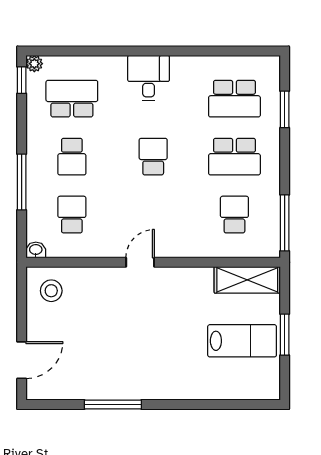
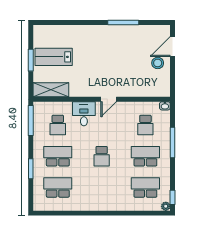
desk: (149, 78) -> (84, 114), moved, turned 180
school desk: (72, 99) -> (145, 187), turned 180
window: (285, 109) -> (31, 169), moved
school desk: (72, 157) -> (145, 156), width x1.85
stool: (51, 291) -> (158, 63), moved

